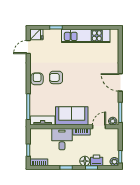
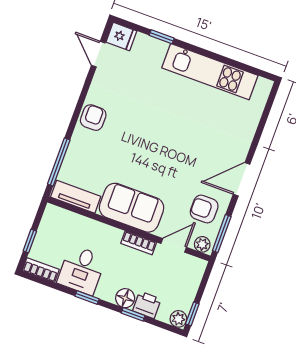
door: (28, 47) -> (98, 54), hinge flipped
armchair: (56, 77) -> (204, 209), moved
door: (120, 82) -> (242, 179), hinge flipped
desk: (62, 139) -> (82, 270), moved, turned 180

